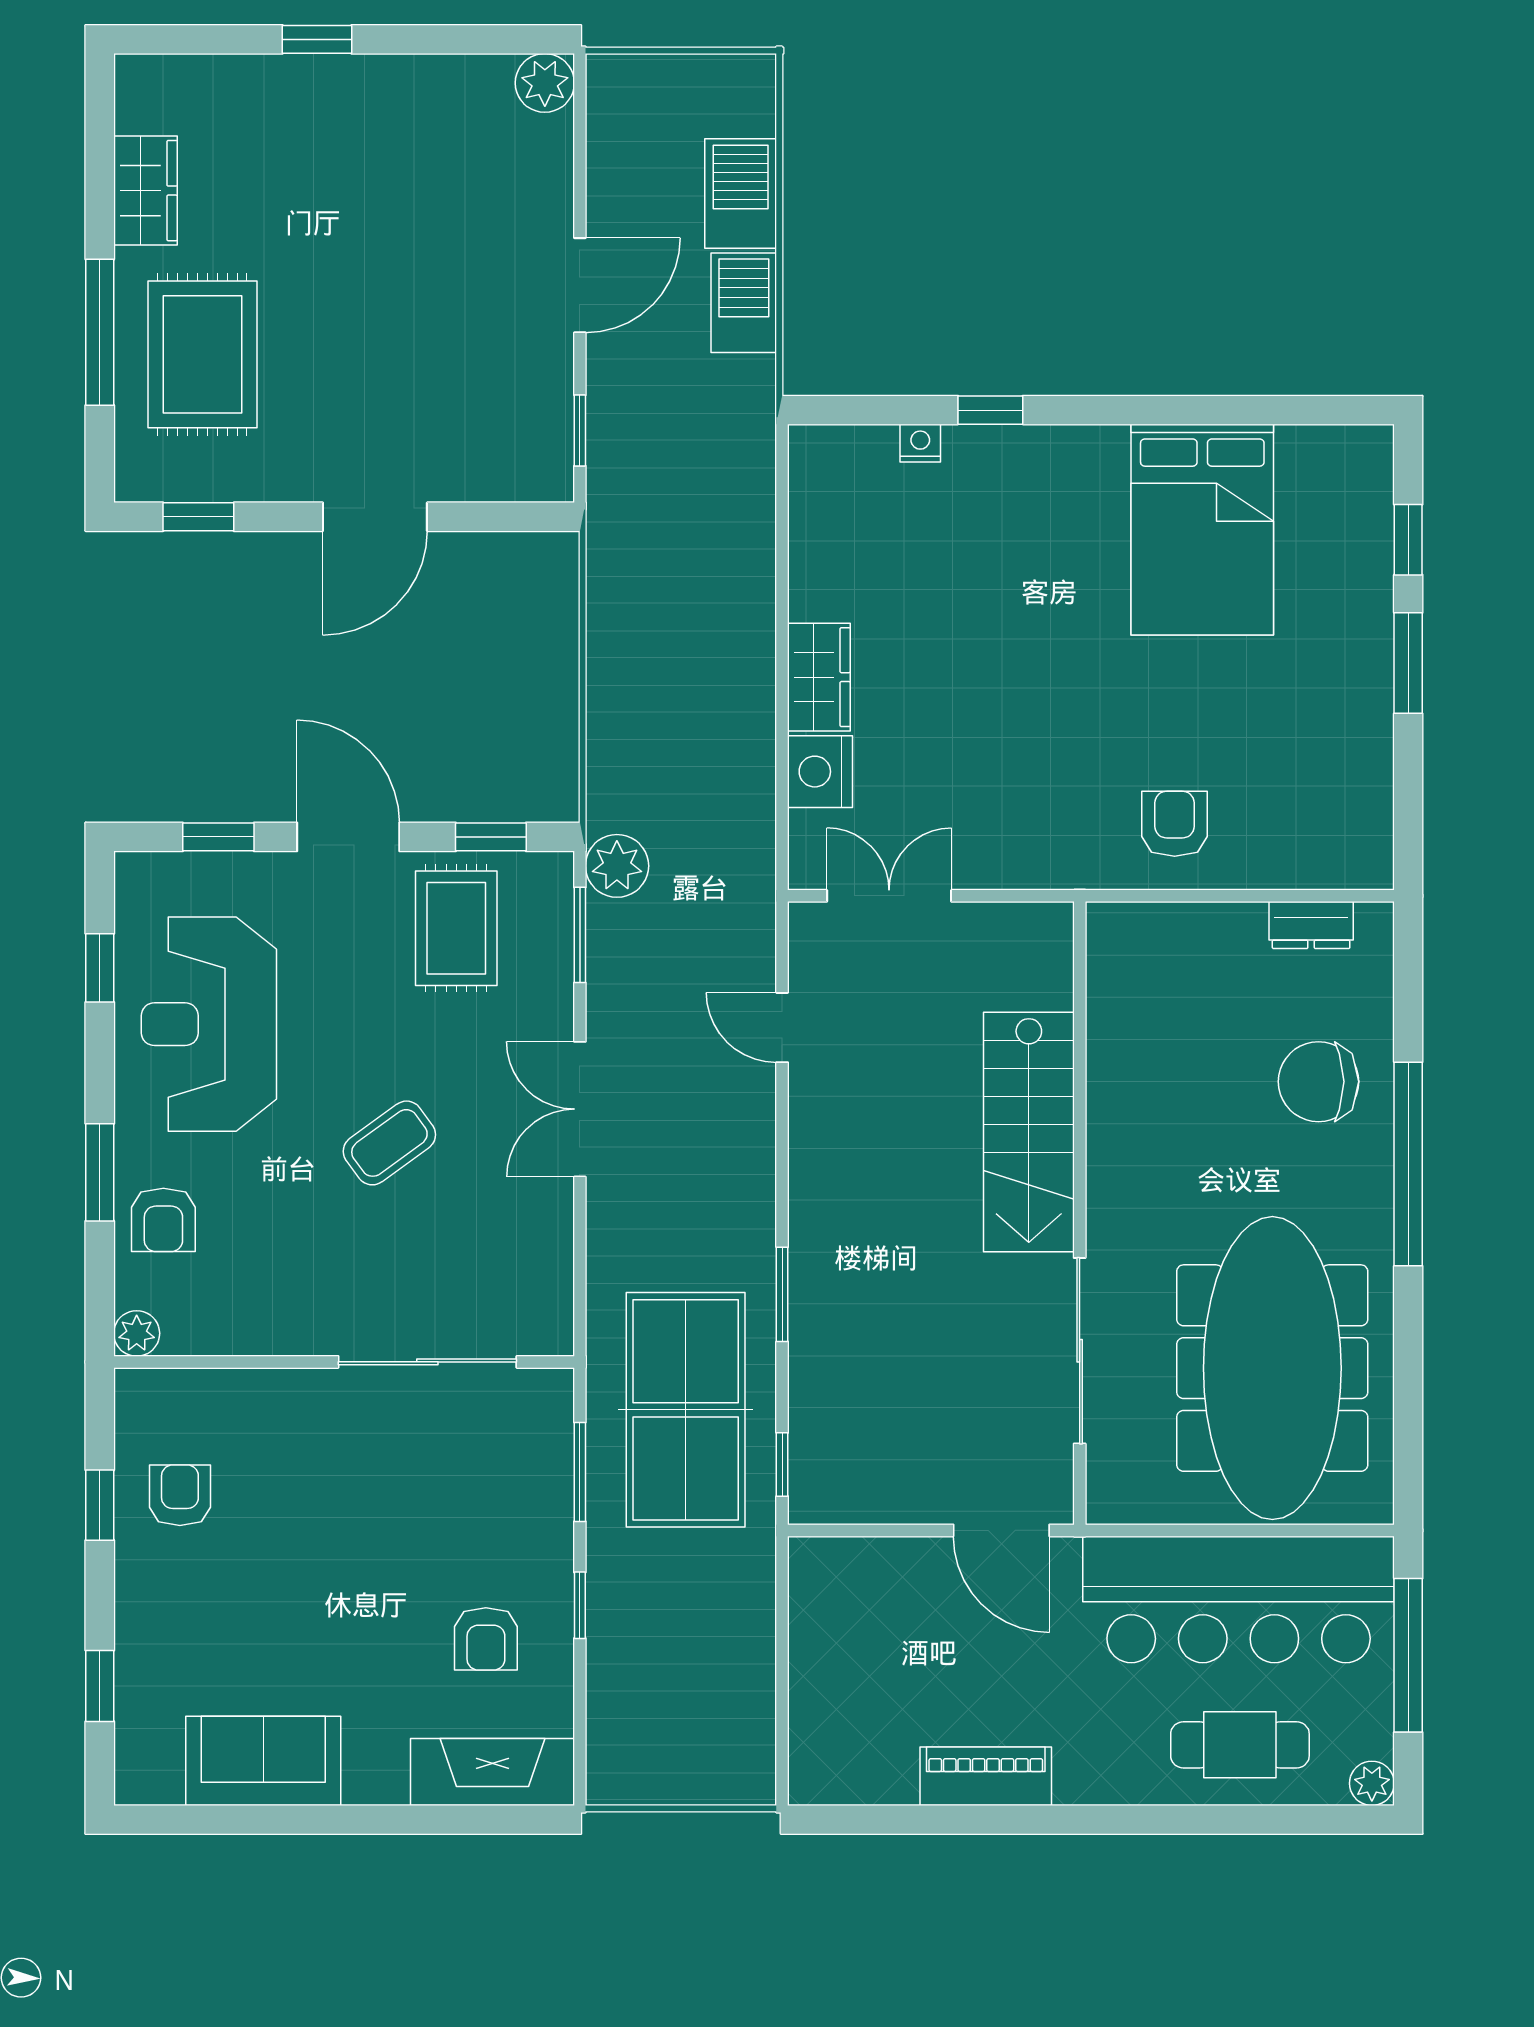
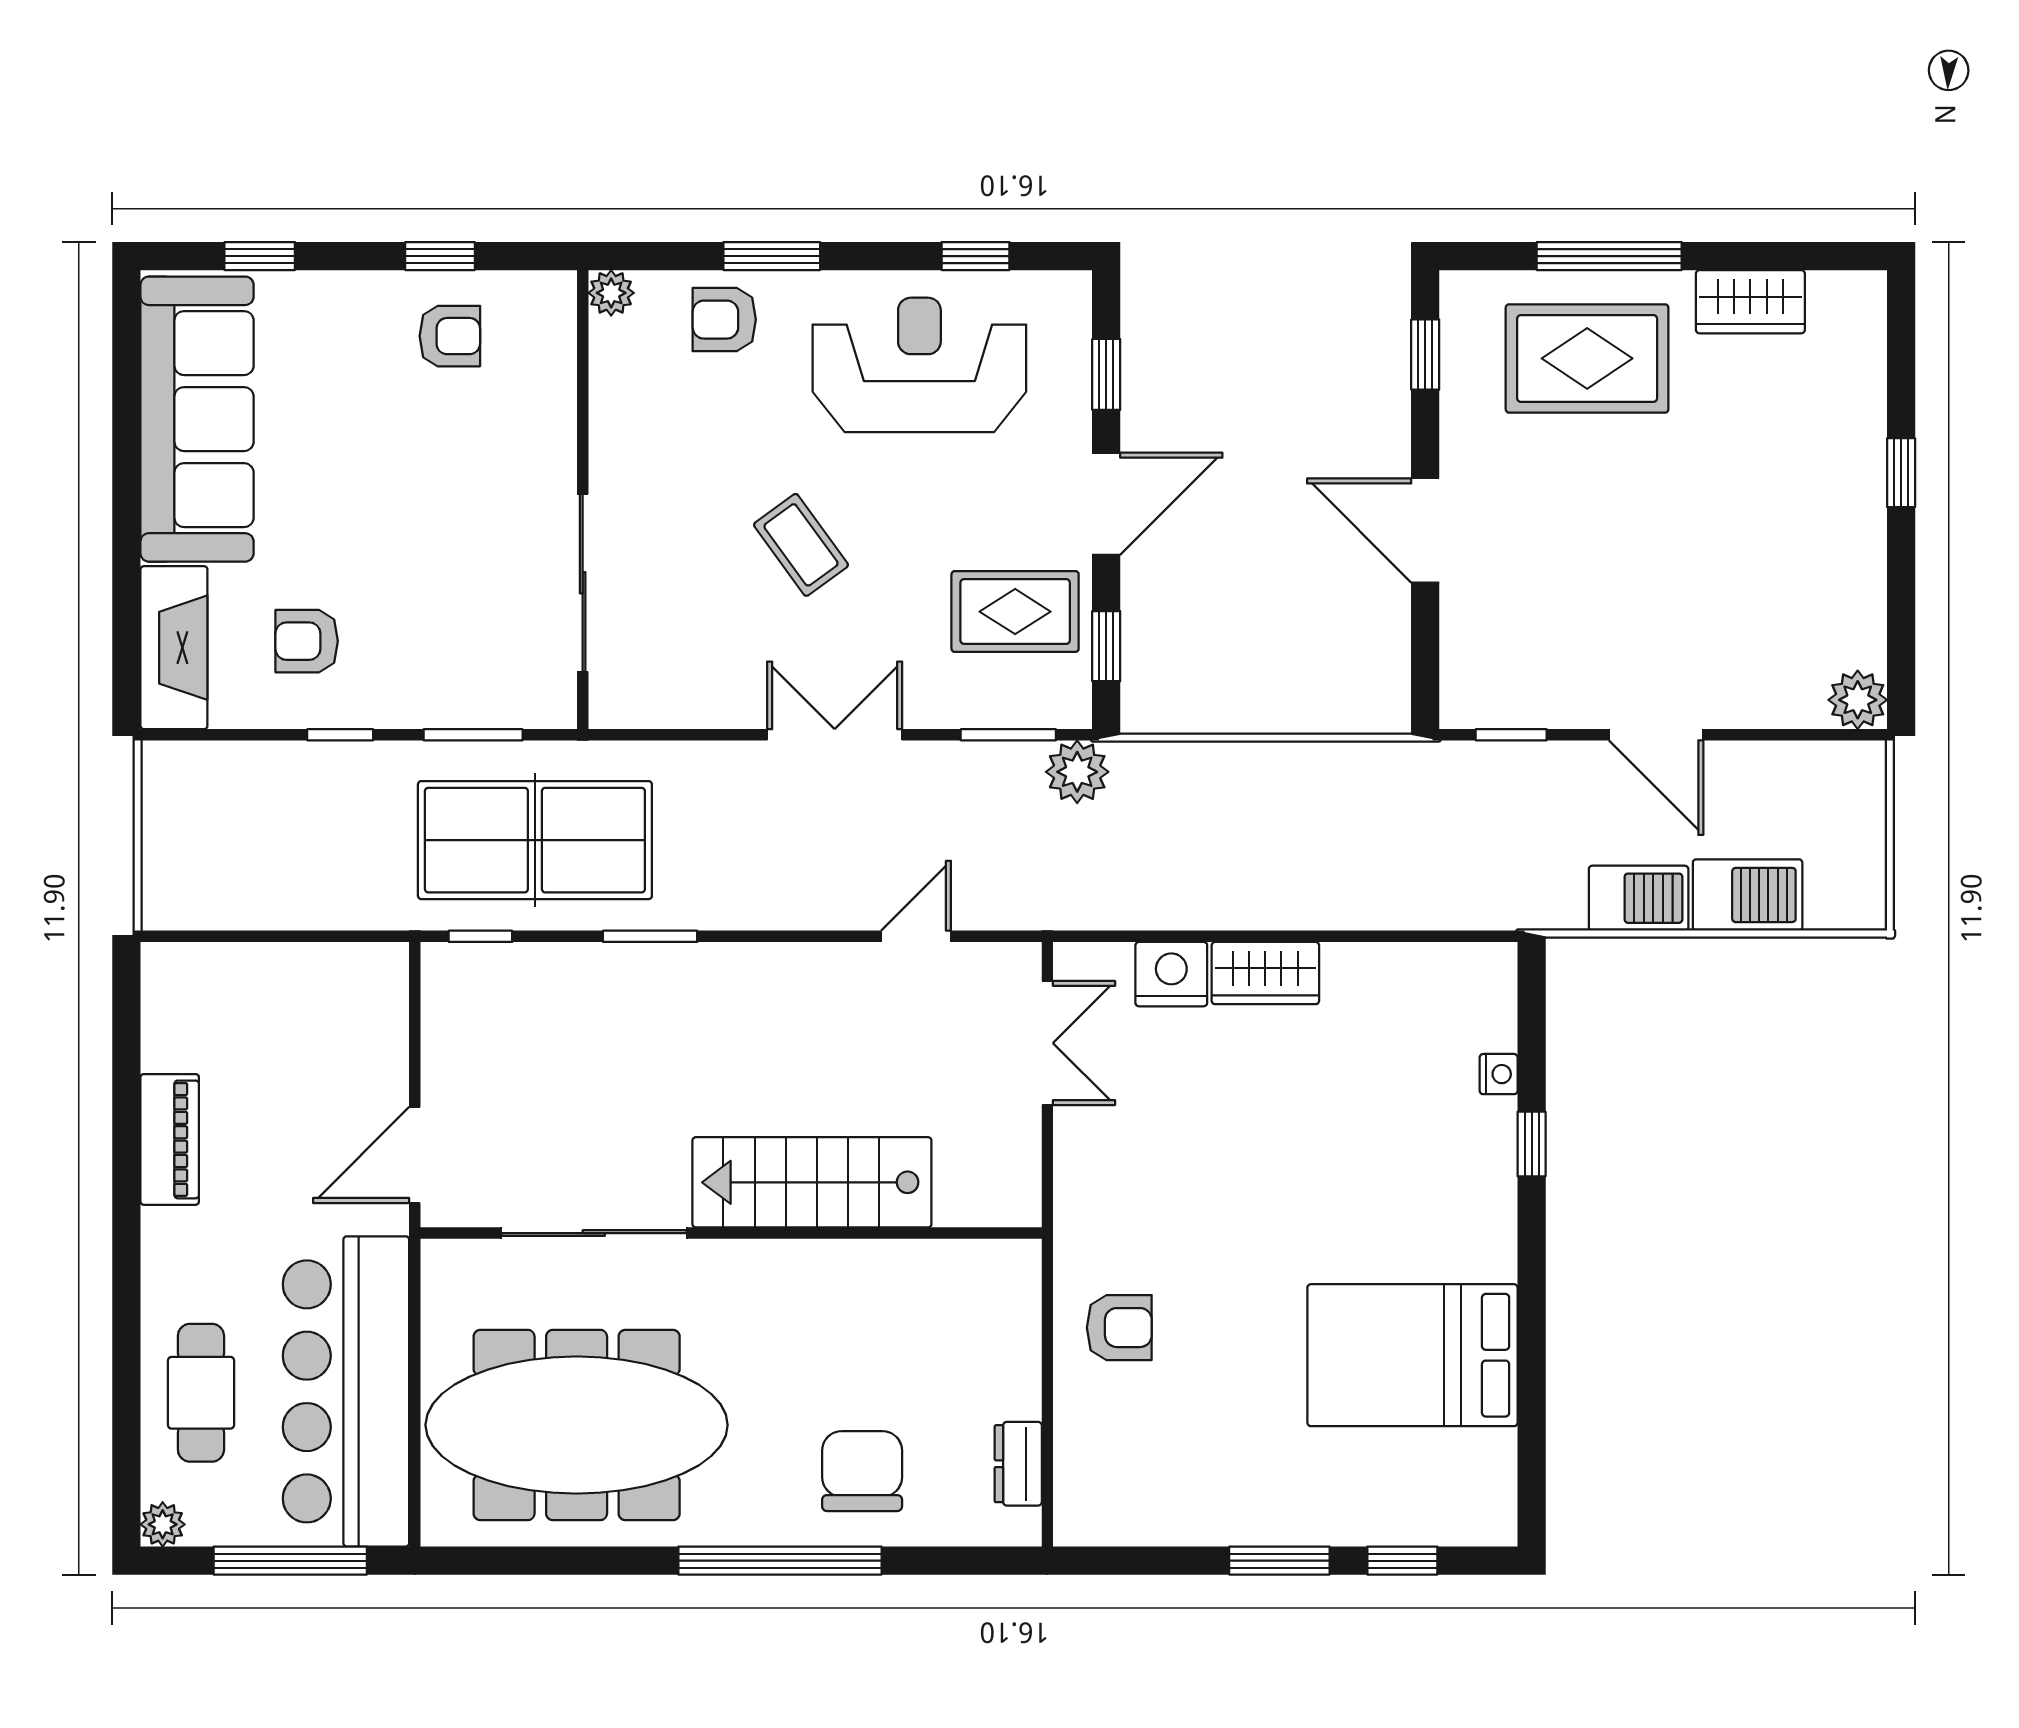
sofa: (263, 1761) -> (197, 419), width x1.85, depth x1.27

